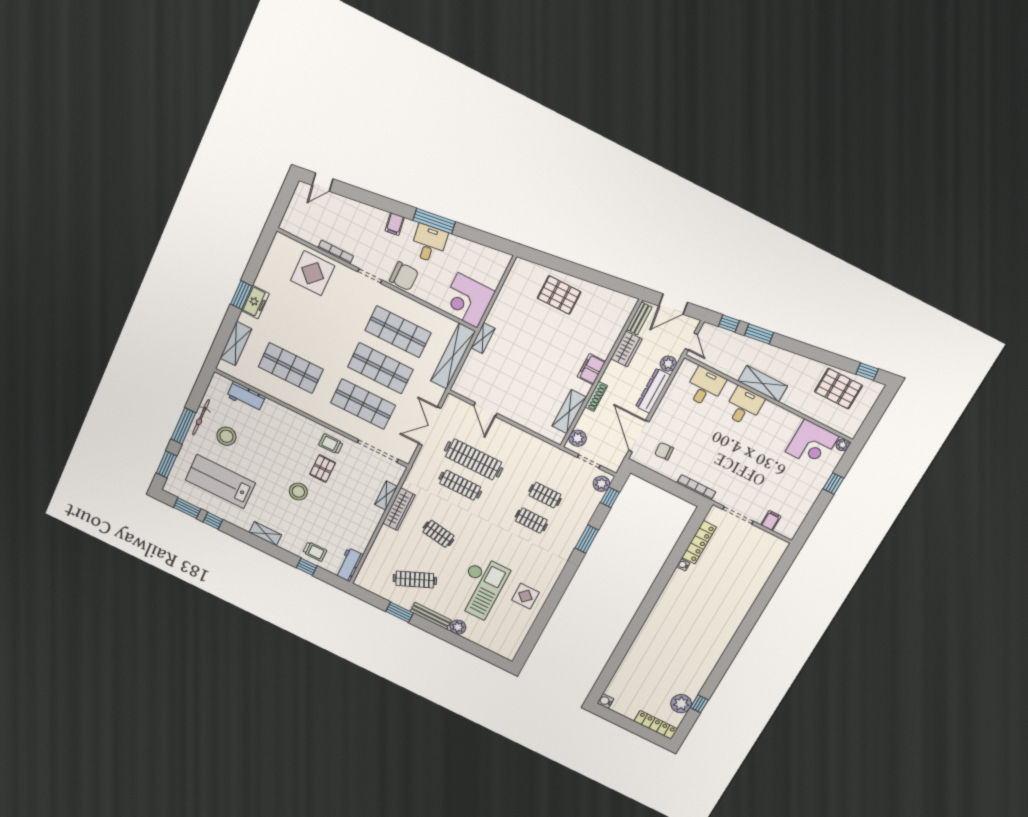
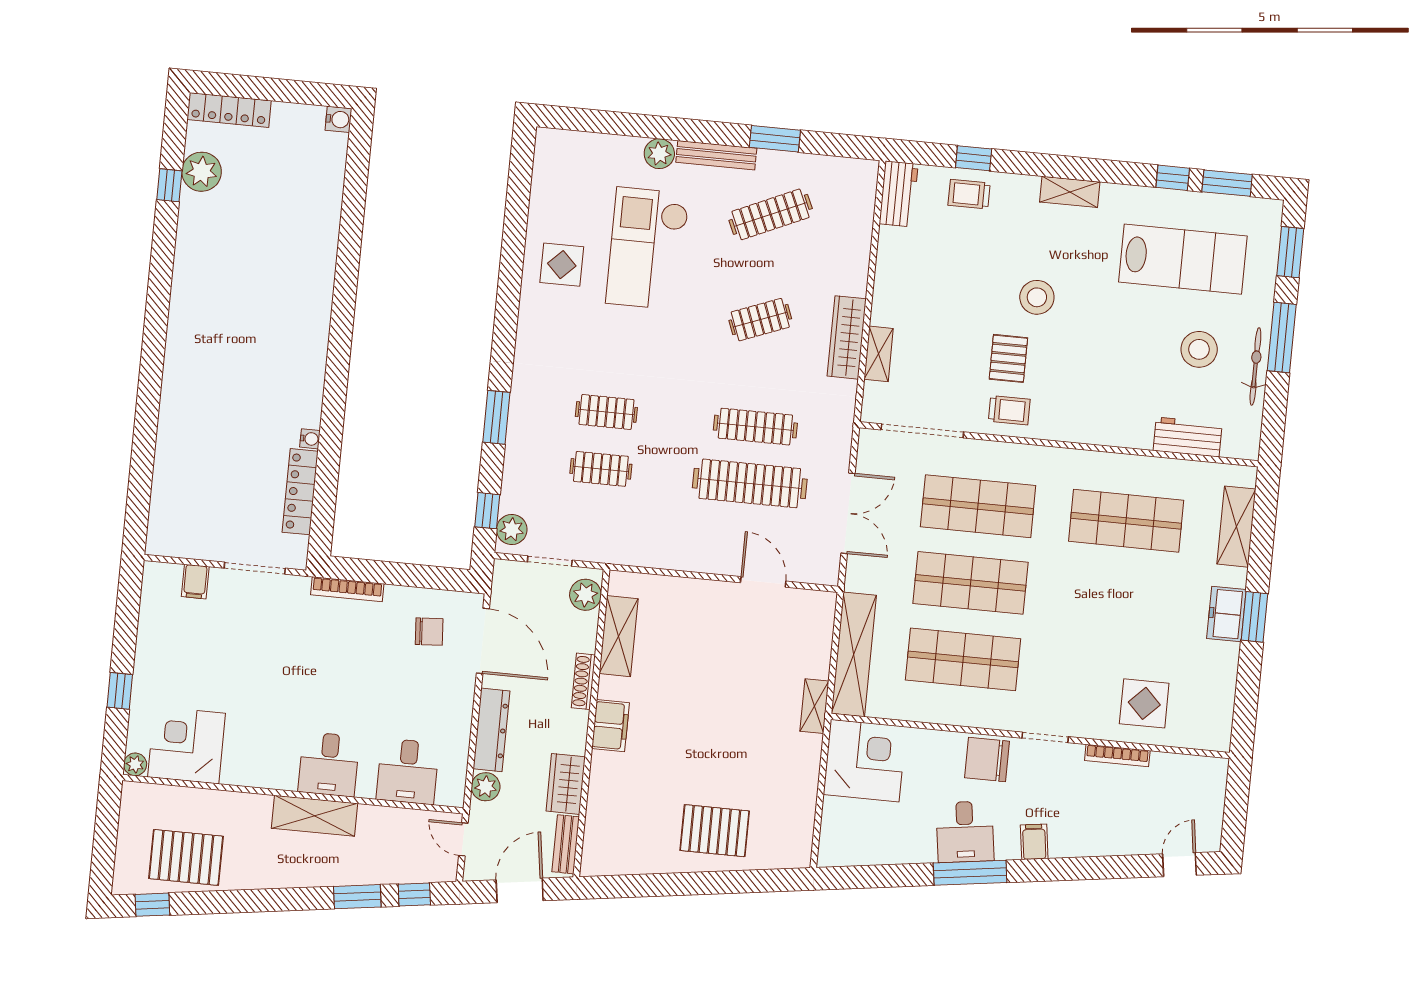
display table: (313, 273) -> (1144, 703), width x0.73, depth x0.73
clothes rail: (438, 534) -> (760, 320), turned -30

